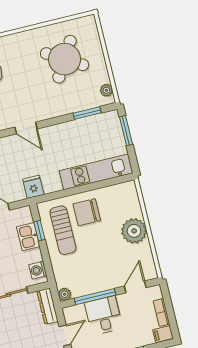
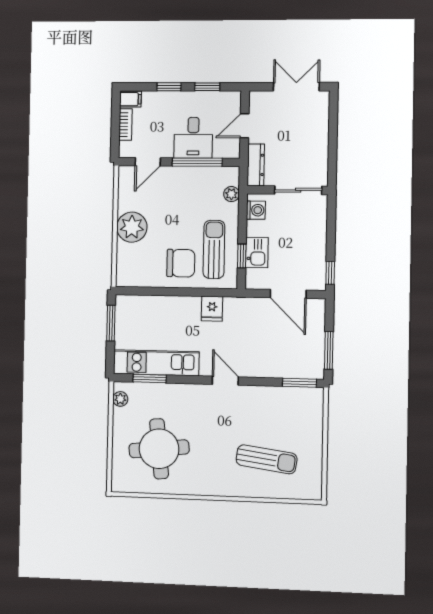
round table: (65, 59) -> (159, 449), turned -37
window: (126, 131) -> (111, 323), moved
kitchen unit: (96, 172) -> (156, 363), moved, turned 180
fridge: (33, 187) -> (212, 309), moved
plant: (65, 294) -> (231, 194), moved

